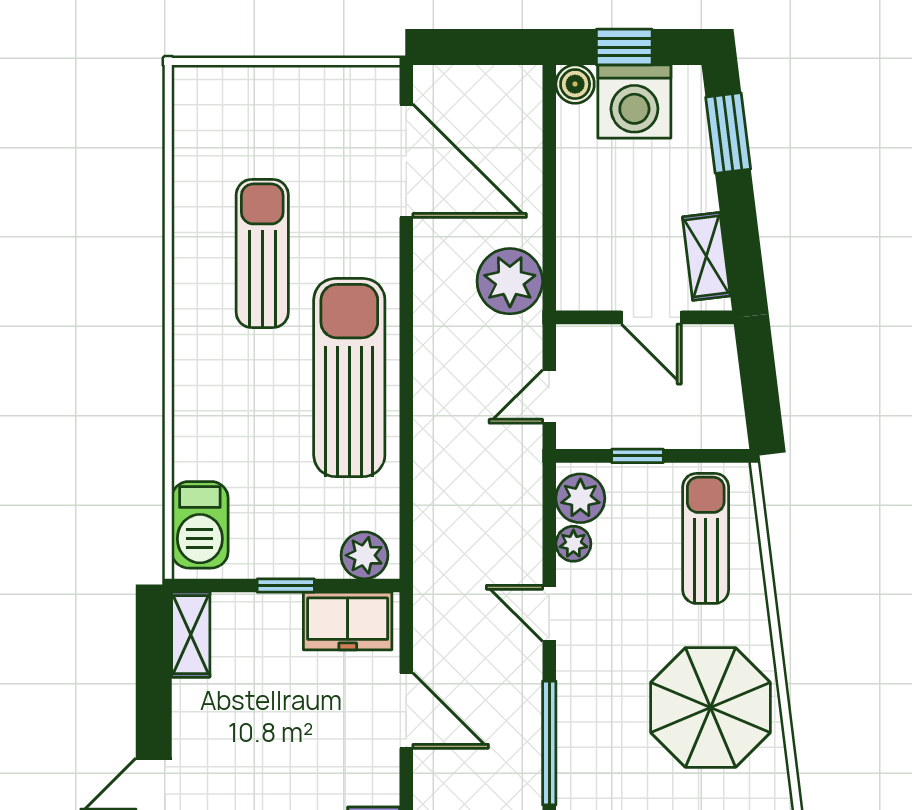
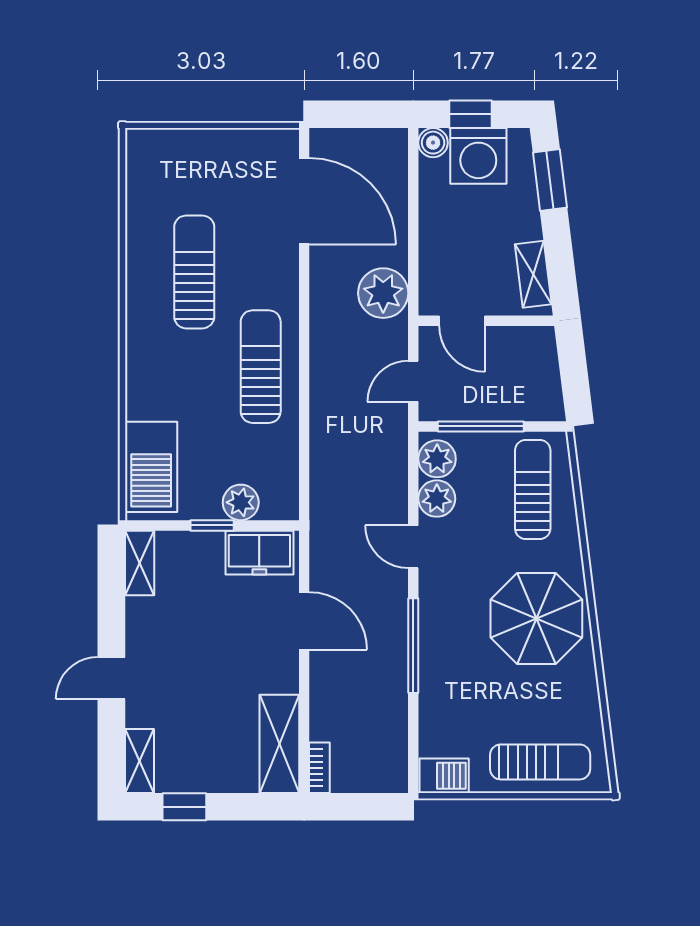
door: (651, 317) -> (462, 321), moved
sun lounger: (349, 378) -> (261, 367), width x0.73, depth x0.75
window: (638, 456) -> (481, 426), width x2.17
barbecue: (200, 525) -> (151, 467), width x1.37, depth x1.21
plant: (573, 544) -> (437, 499), width x1.38, depth x1.38
plant: (364, 555) -> (241, 502), moved

